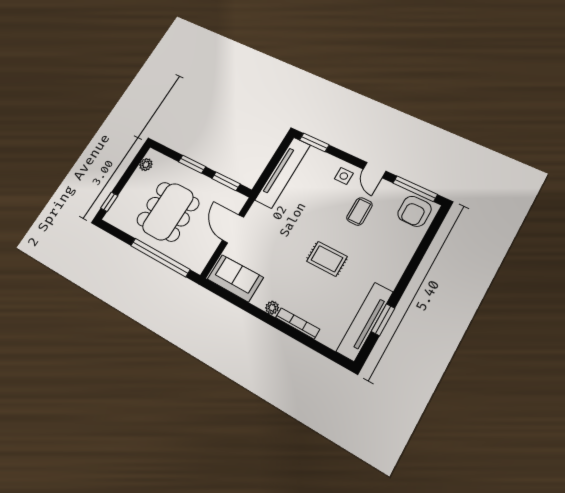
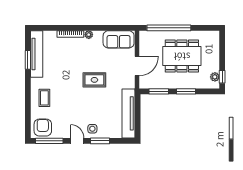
window: (314, 142) -> (100, 141), moved
window: (109, 202) -> (222, 77), moved
coffee table: (359, 211) -> (44, 98), moved
dining table: (168, 212) -> (182, 56), turned 90
door: (233, 229) -> (137, 66), hinge flipped
rug: (327, 259) -> (94, 80), moved

